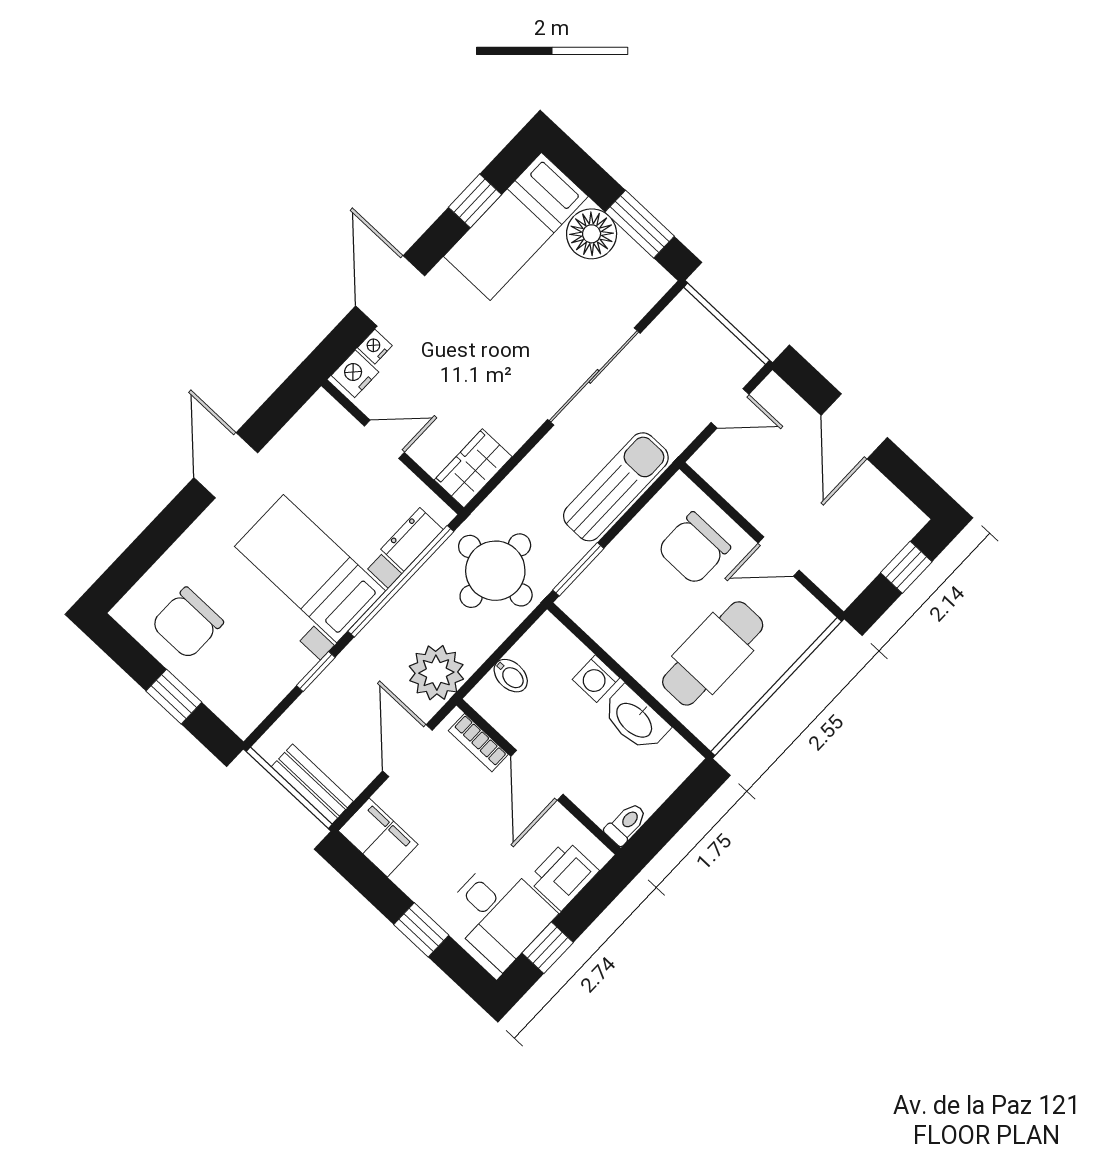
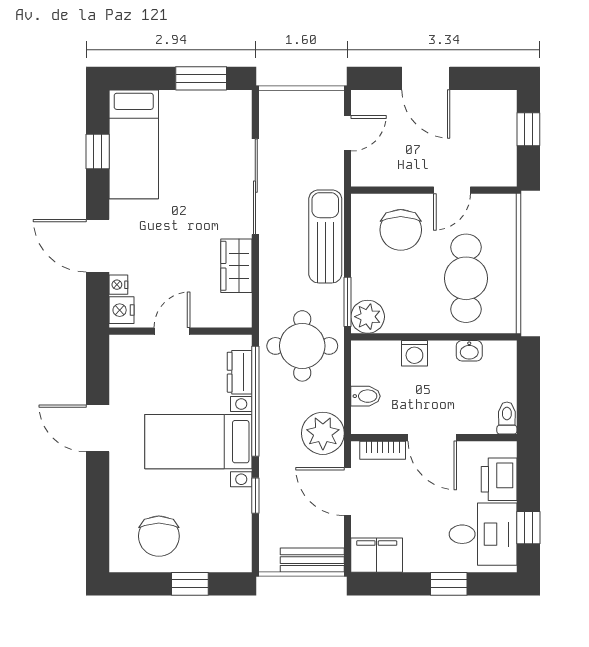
floor lamp: (592, 234) -> (180, 109), removed
wardrobe: (473, 468) -> (236, 266), moved
plant: (584, 602) -> (368, 317), added
washbasin: (635, 719) -> (469, 351), width x0.52, depth x0.69

